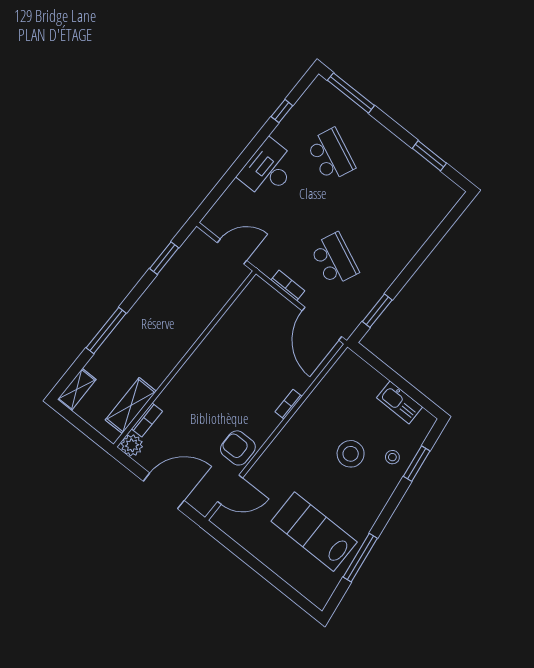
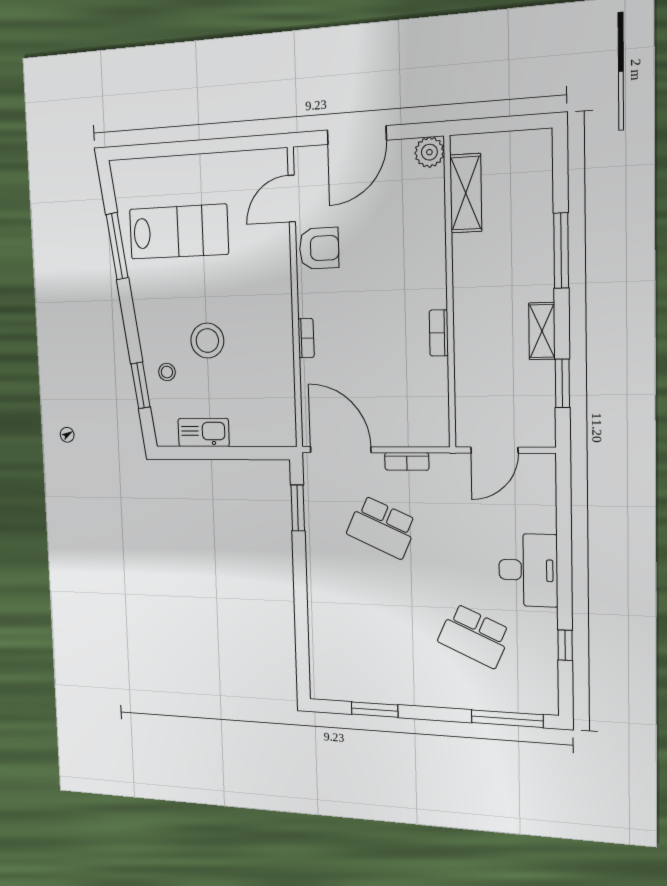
shelving: (77, 389) -> (542, 331), moved
bookcase: (147, 420) -> (439, 333), moved

